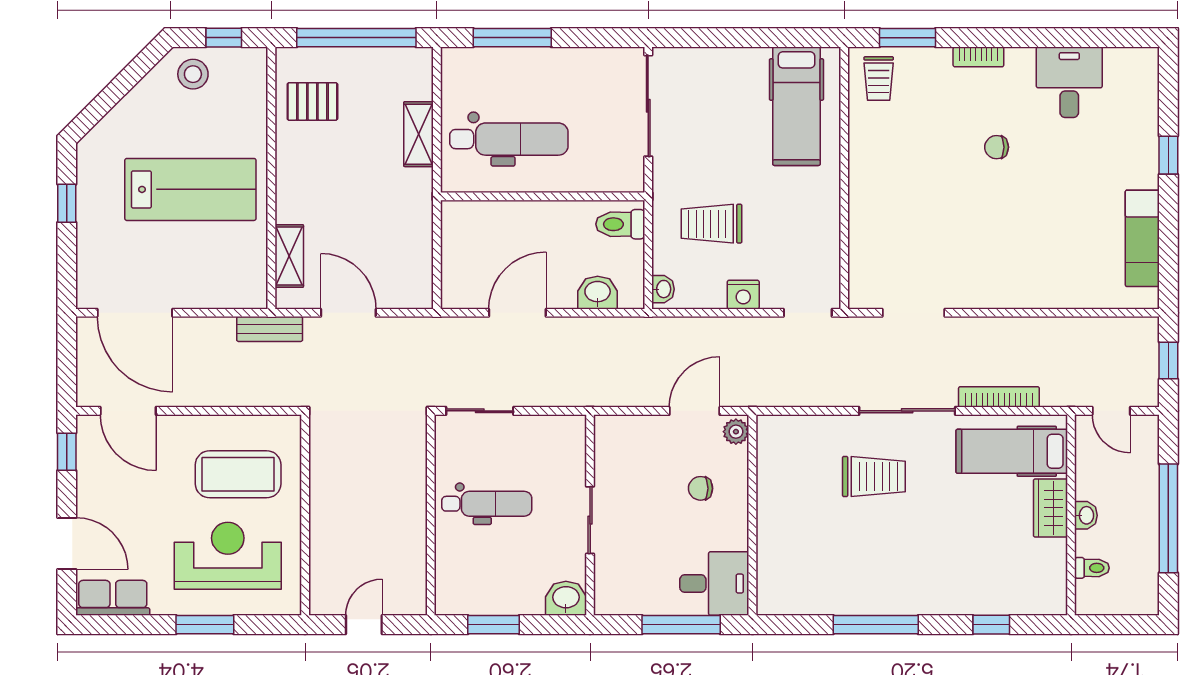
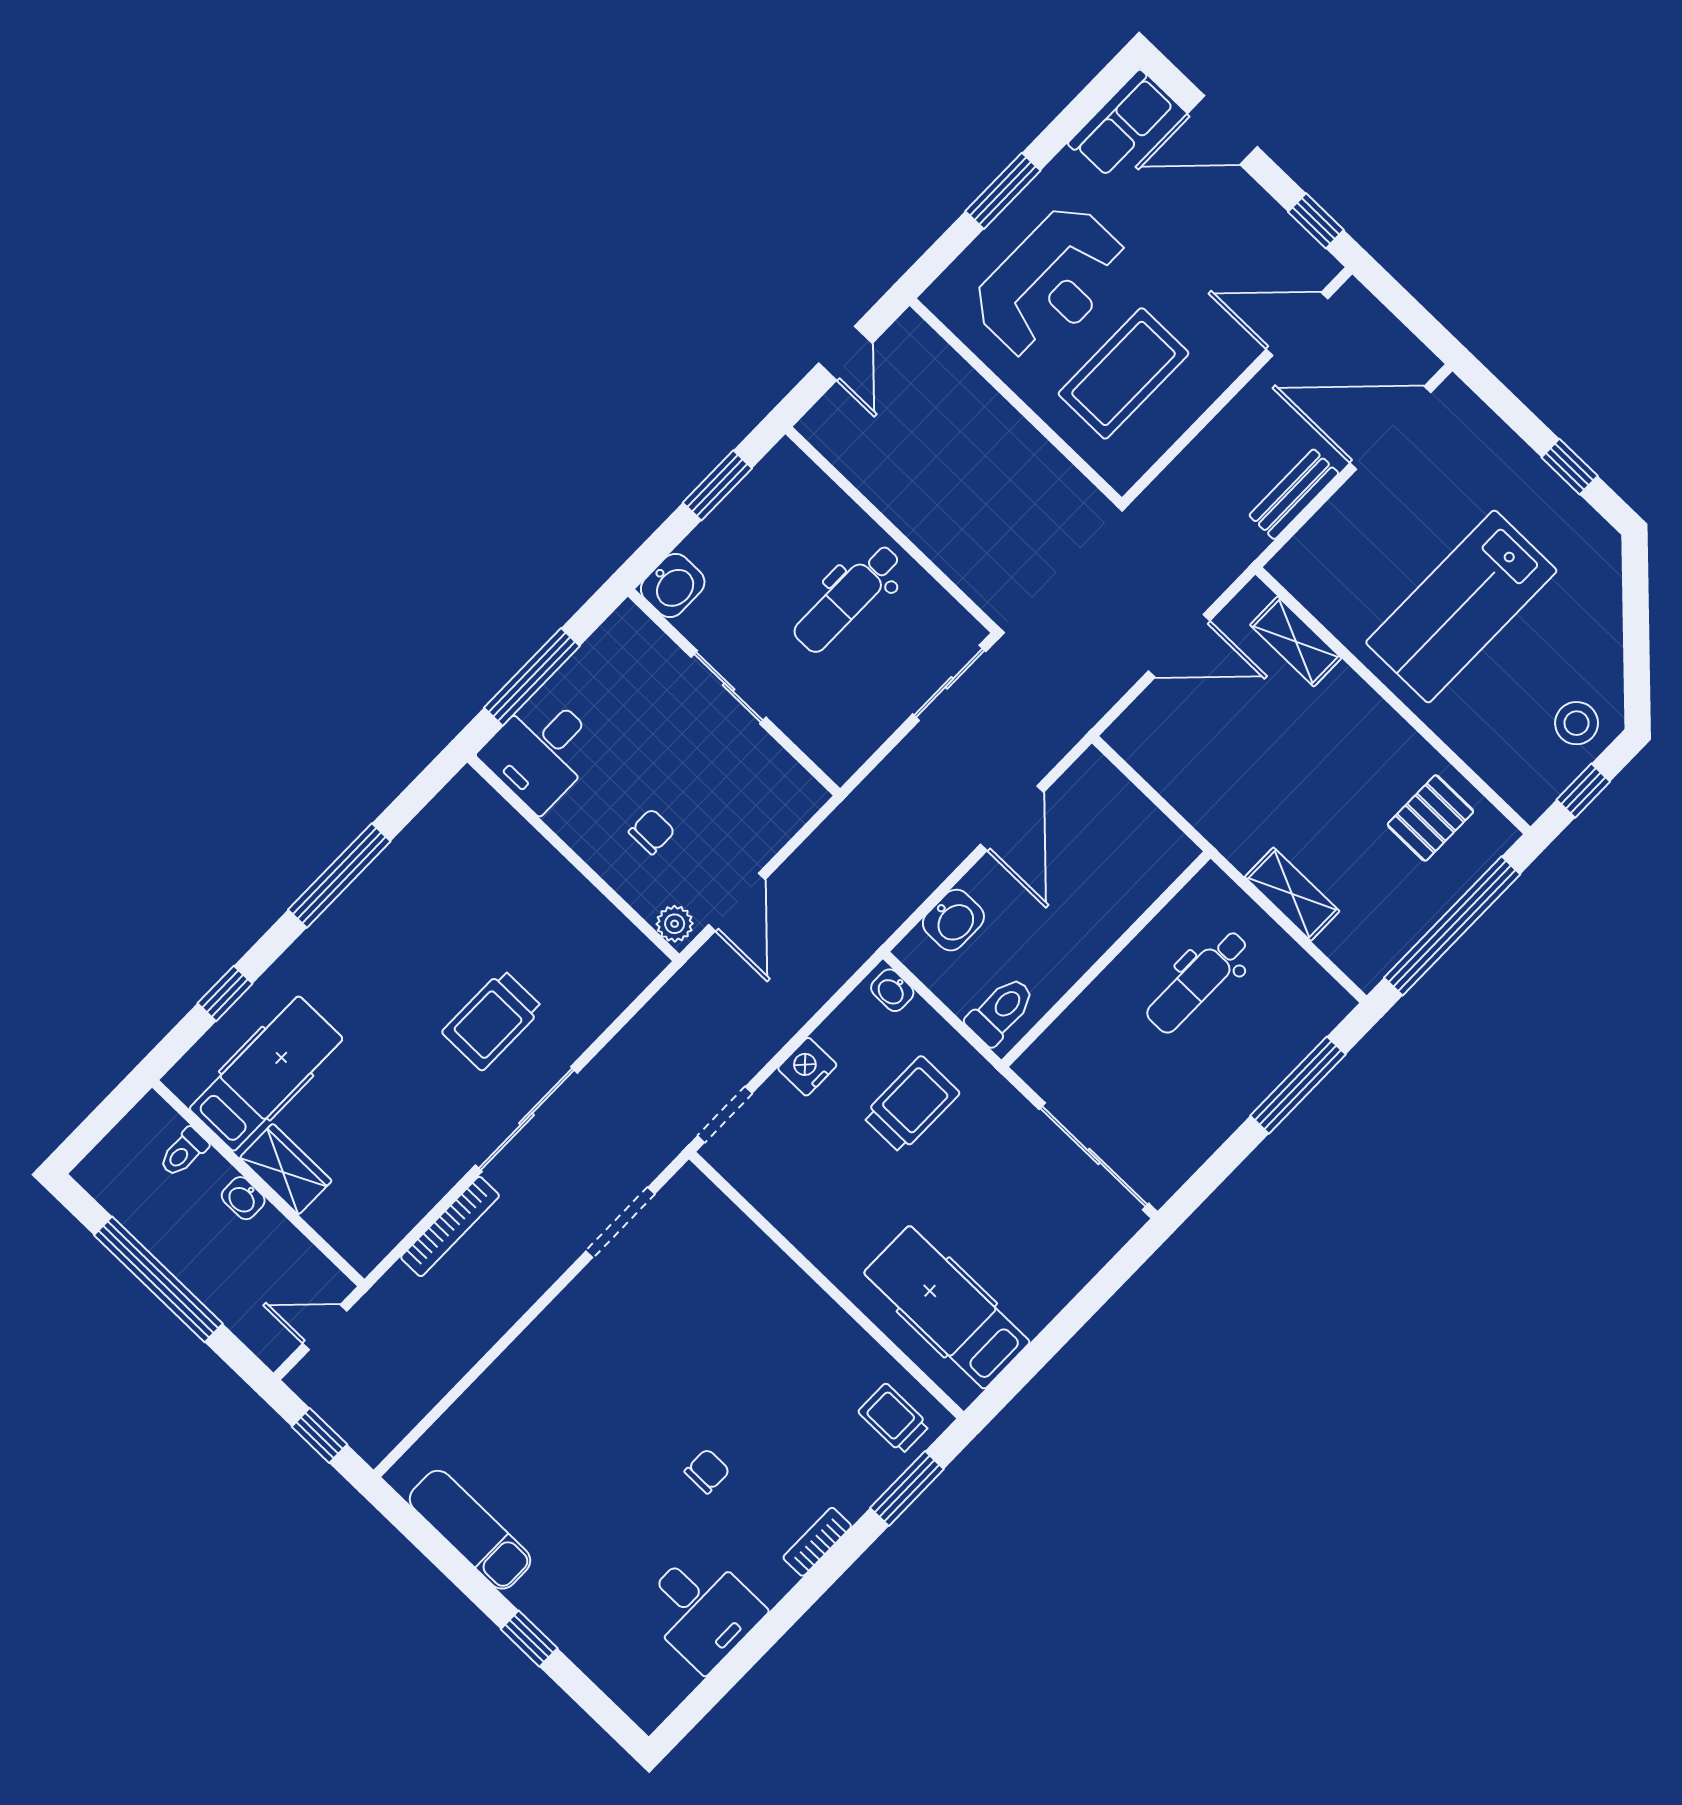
dental chair: (509, 139) -> (1198, 981), width x0.73, depth x0.72
bench: (270, 329) -> (1294, 494), moved
hospital bed: (1012, 451) -> (266, 1074), moved

